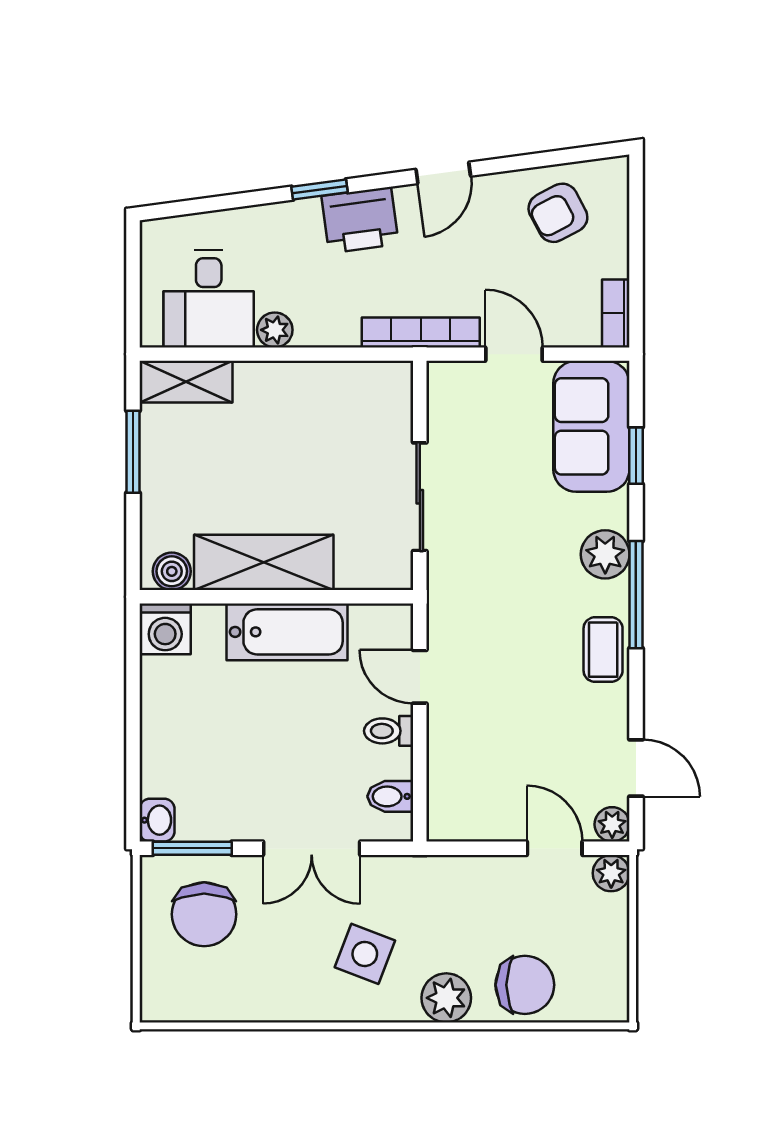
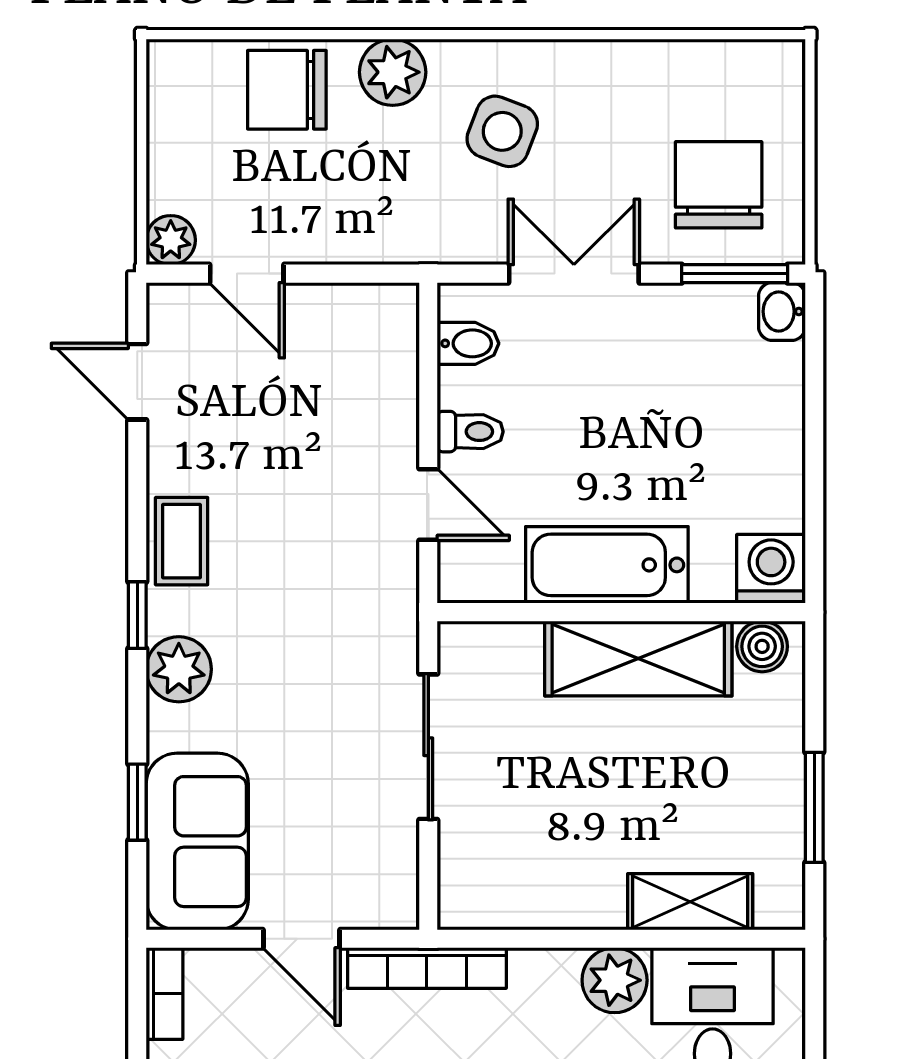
plant: (275, 330) -> (615, 980), width x1.38, depth x1.38
shelving: (186, 382) -> (690, 902), moved
window: (636, 595) -> (137, 615), width x0.46
plant: (612, 824) -> (169, 306), removed

